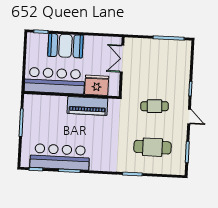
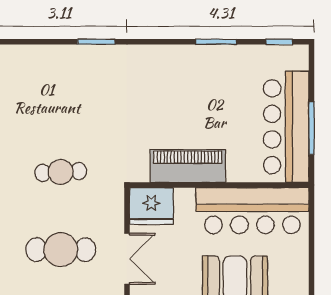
fridge: (97, 85) -> (151, 206), moved
cafe table: (152, 147) -> (61, 250), moved
bar counter: (60, 157) -> (286, 127), moved, turned 90

